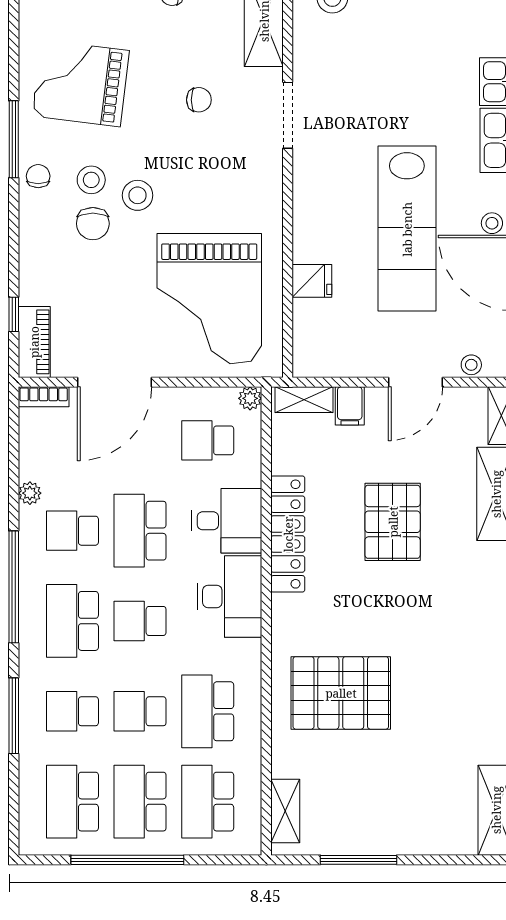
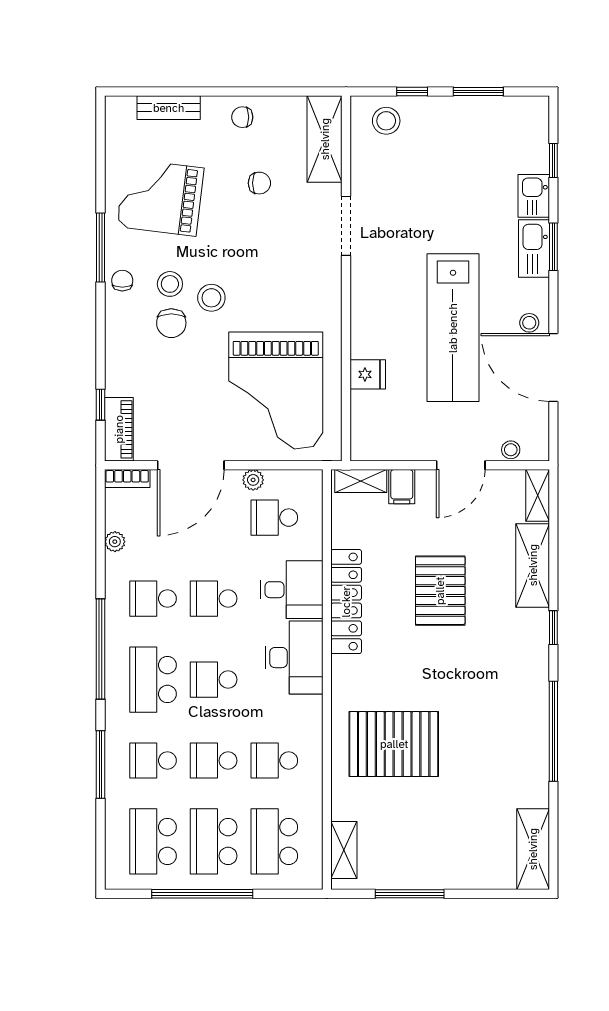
chair: (199, 100) -> (259, 183), moved
plant: (250, 398) -> (253, 480), moved
plant: (30, 493) -> (115, 542), moved
school desk: (140, 531) -> (214, 599), width x0.54
school desk: (208, 711) -> (274, 761), width x0.54

